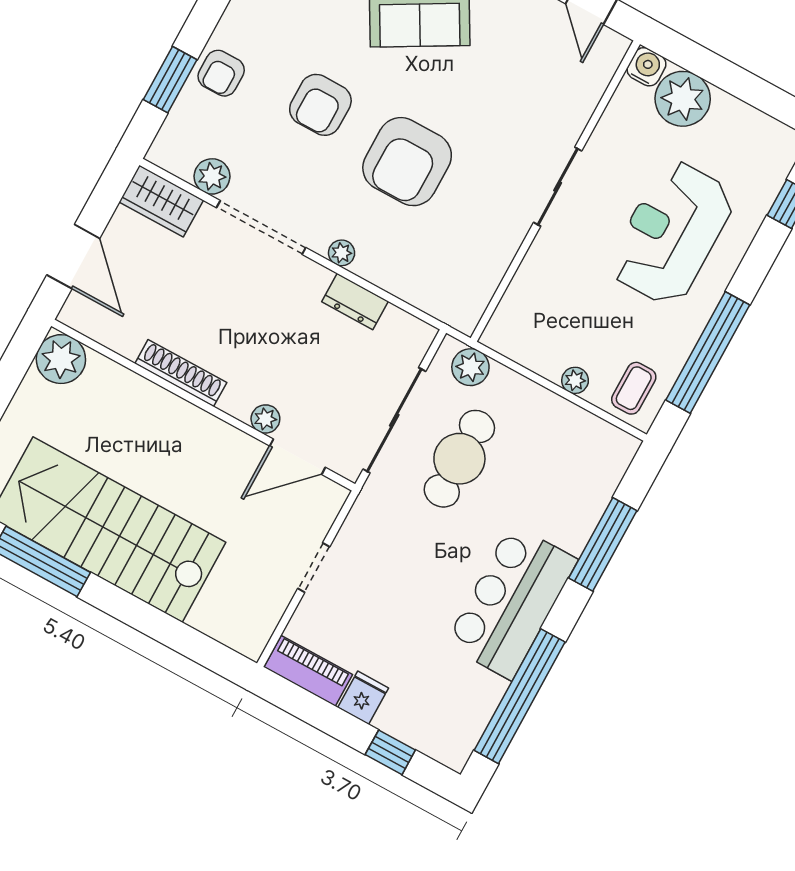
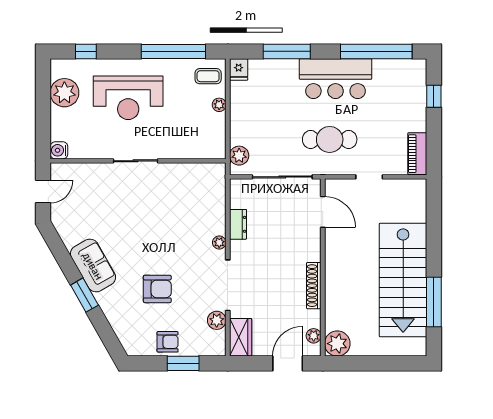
plant: (683, 99) -> (64, 93), moved
armchair: (407, 162) -> (162, 235), removed
plant: (265, 419) -> (314, 336), moved
cafe table: (459, 459) -> (330, 139), moved
fridge: (363, 698) -> (239, 69), moved, turned -90

